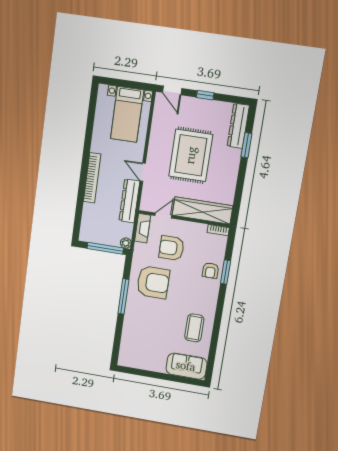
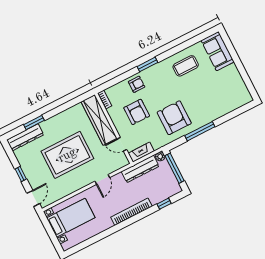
dresser: (129, 201) -> (140, 169), moved
window: (78, 214) -> (164, 204), added
armchair: (171, 248) -> (137, 112), moved
window: (226, 272) -> (147, 64), moved

